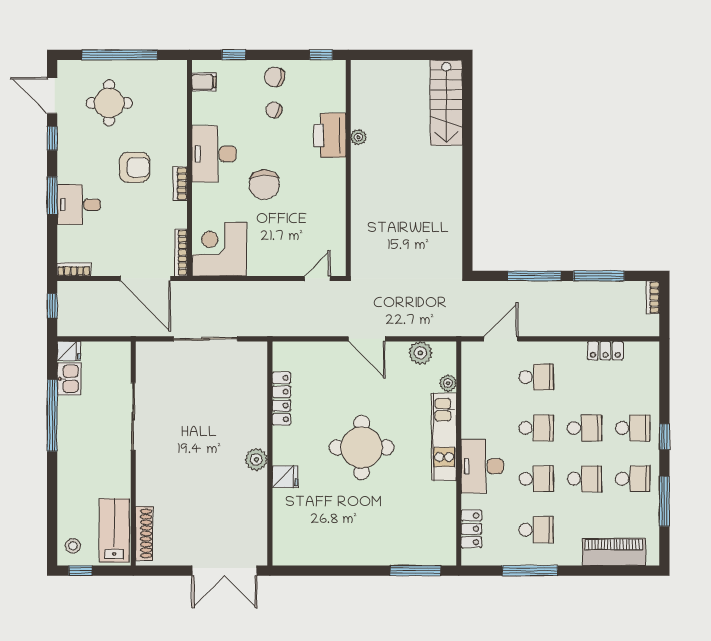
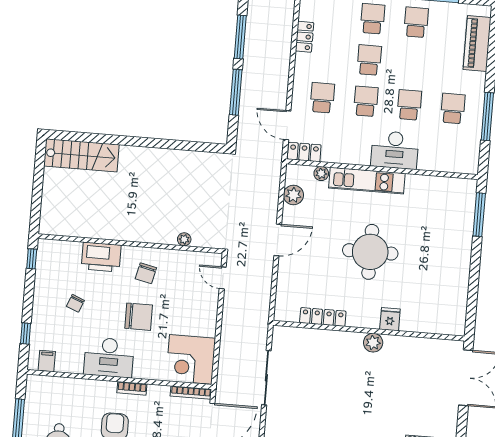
chair: (275, 77) -> (146, 273), moved
plant: (358, 137) -> (184, 239), moved
school desk: (584, 479) -> (413, 64), removed
locker: (471, 529) -> (304, 152), moved

